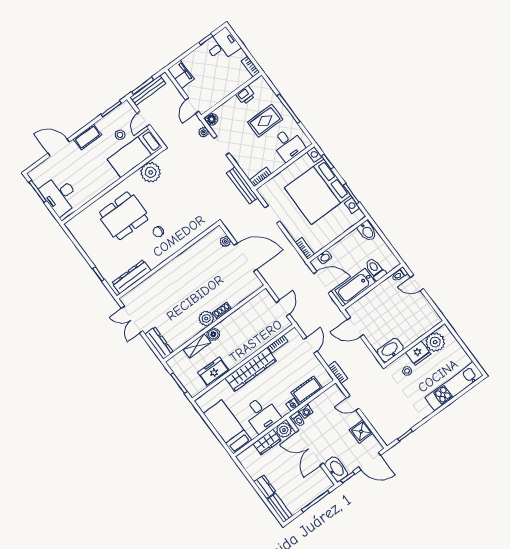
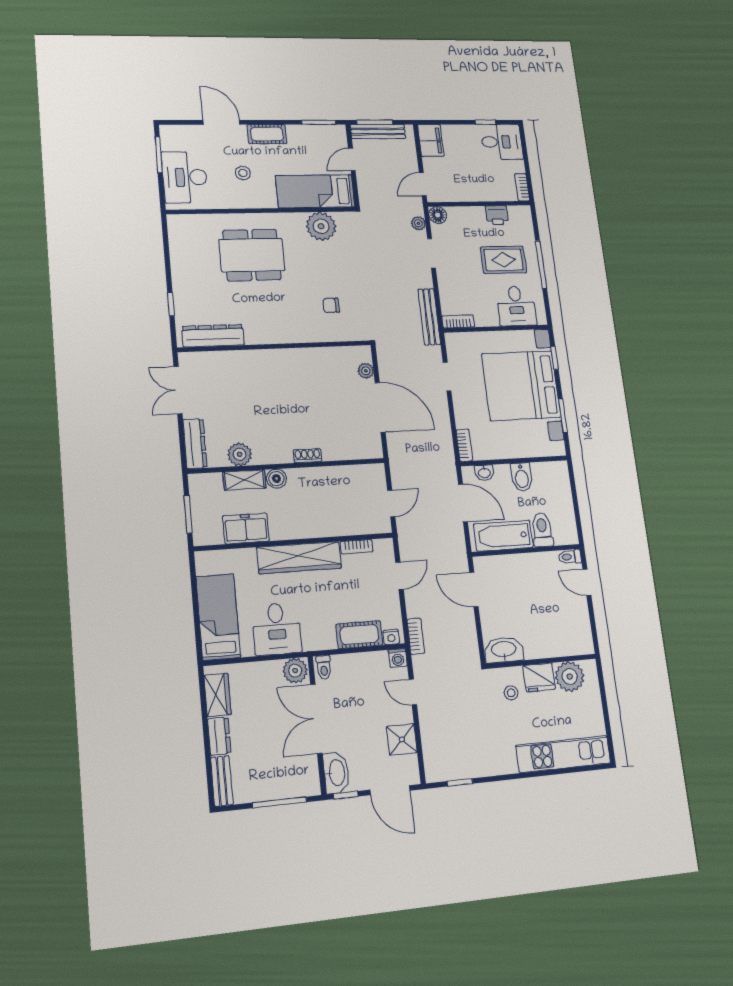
stool: (120, 135) -> (243, 173), moved
bidet: (367, 231) -> (522, 477), moved
chair: (158, 232) -> (331, 305), moved
plant: (206, 318) -> (240, 454), moved
nightstand: (293, 405) -> (391, 637), moved
washing machine: (306, 411) -> (398, 658), moved
wardrobe: (267, 442) -> (218, 695), moved, turned -90

